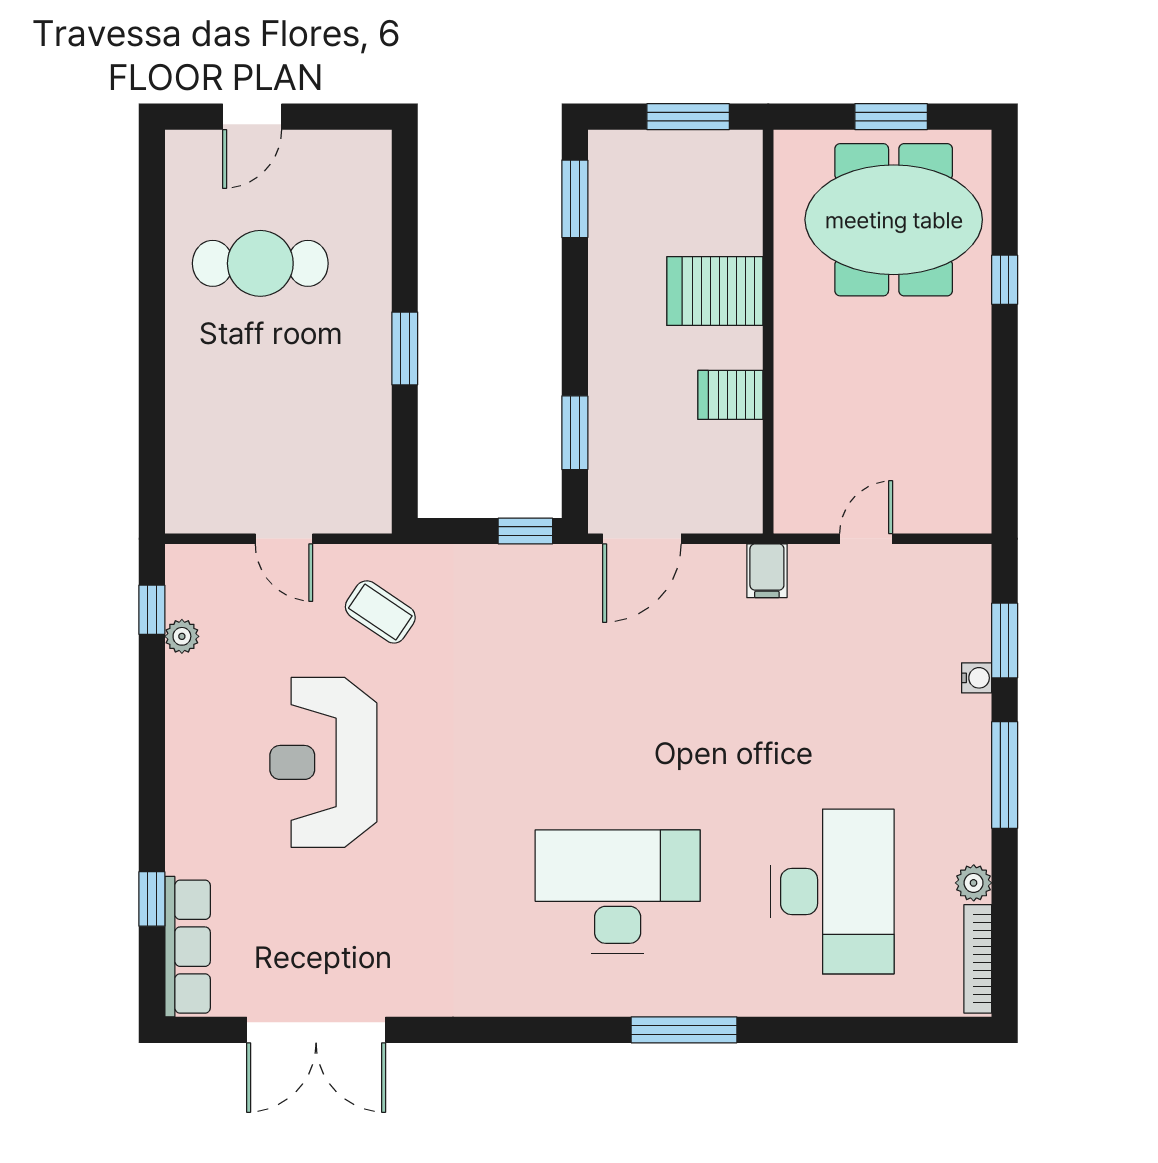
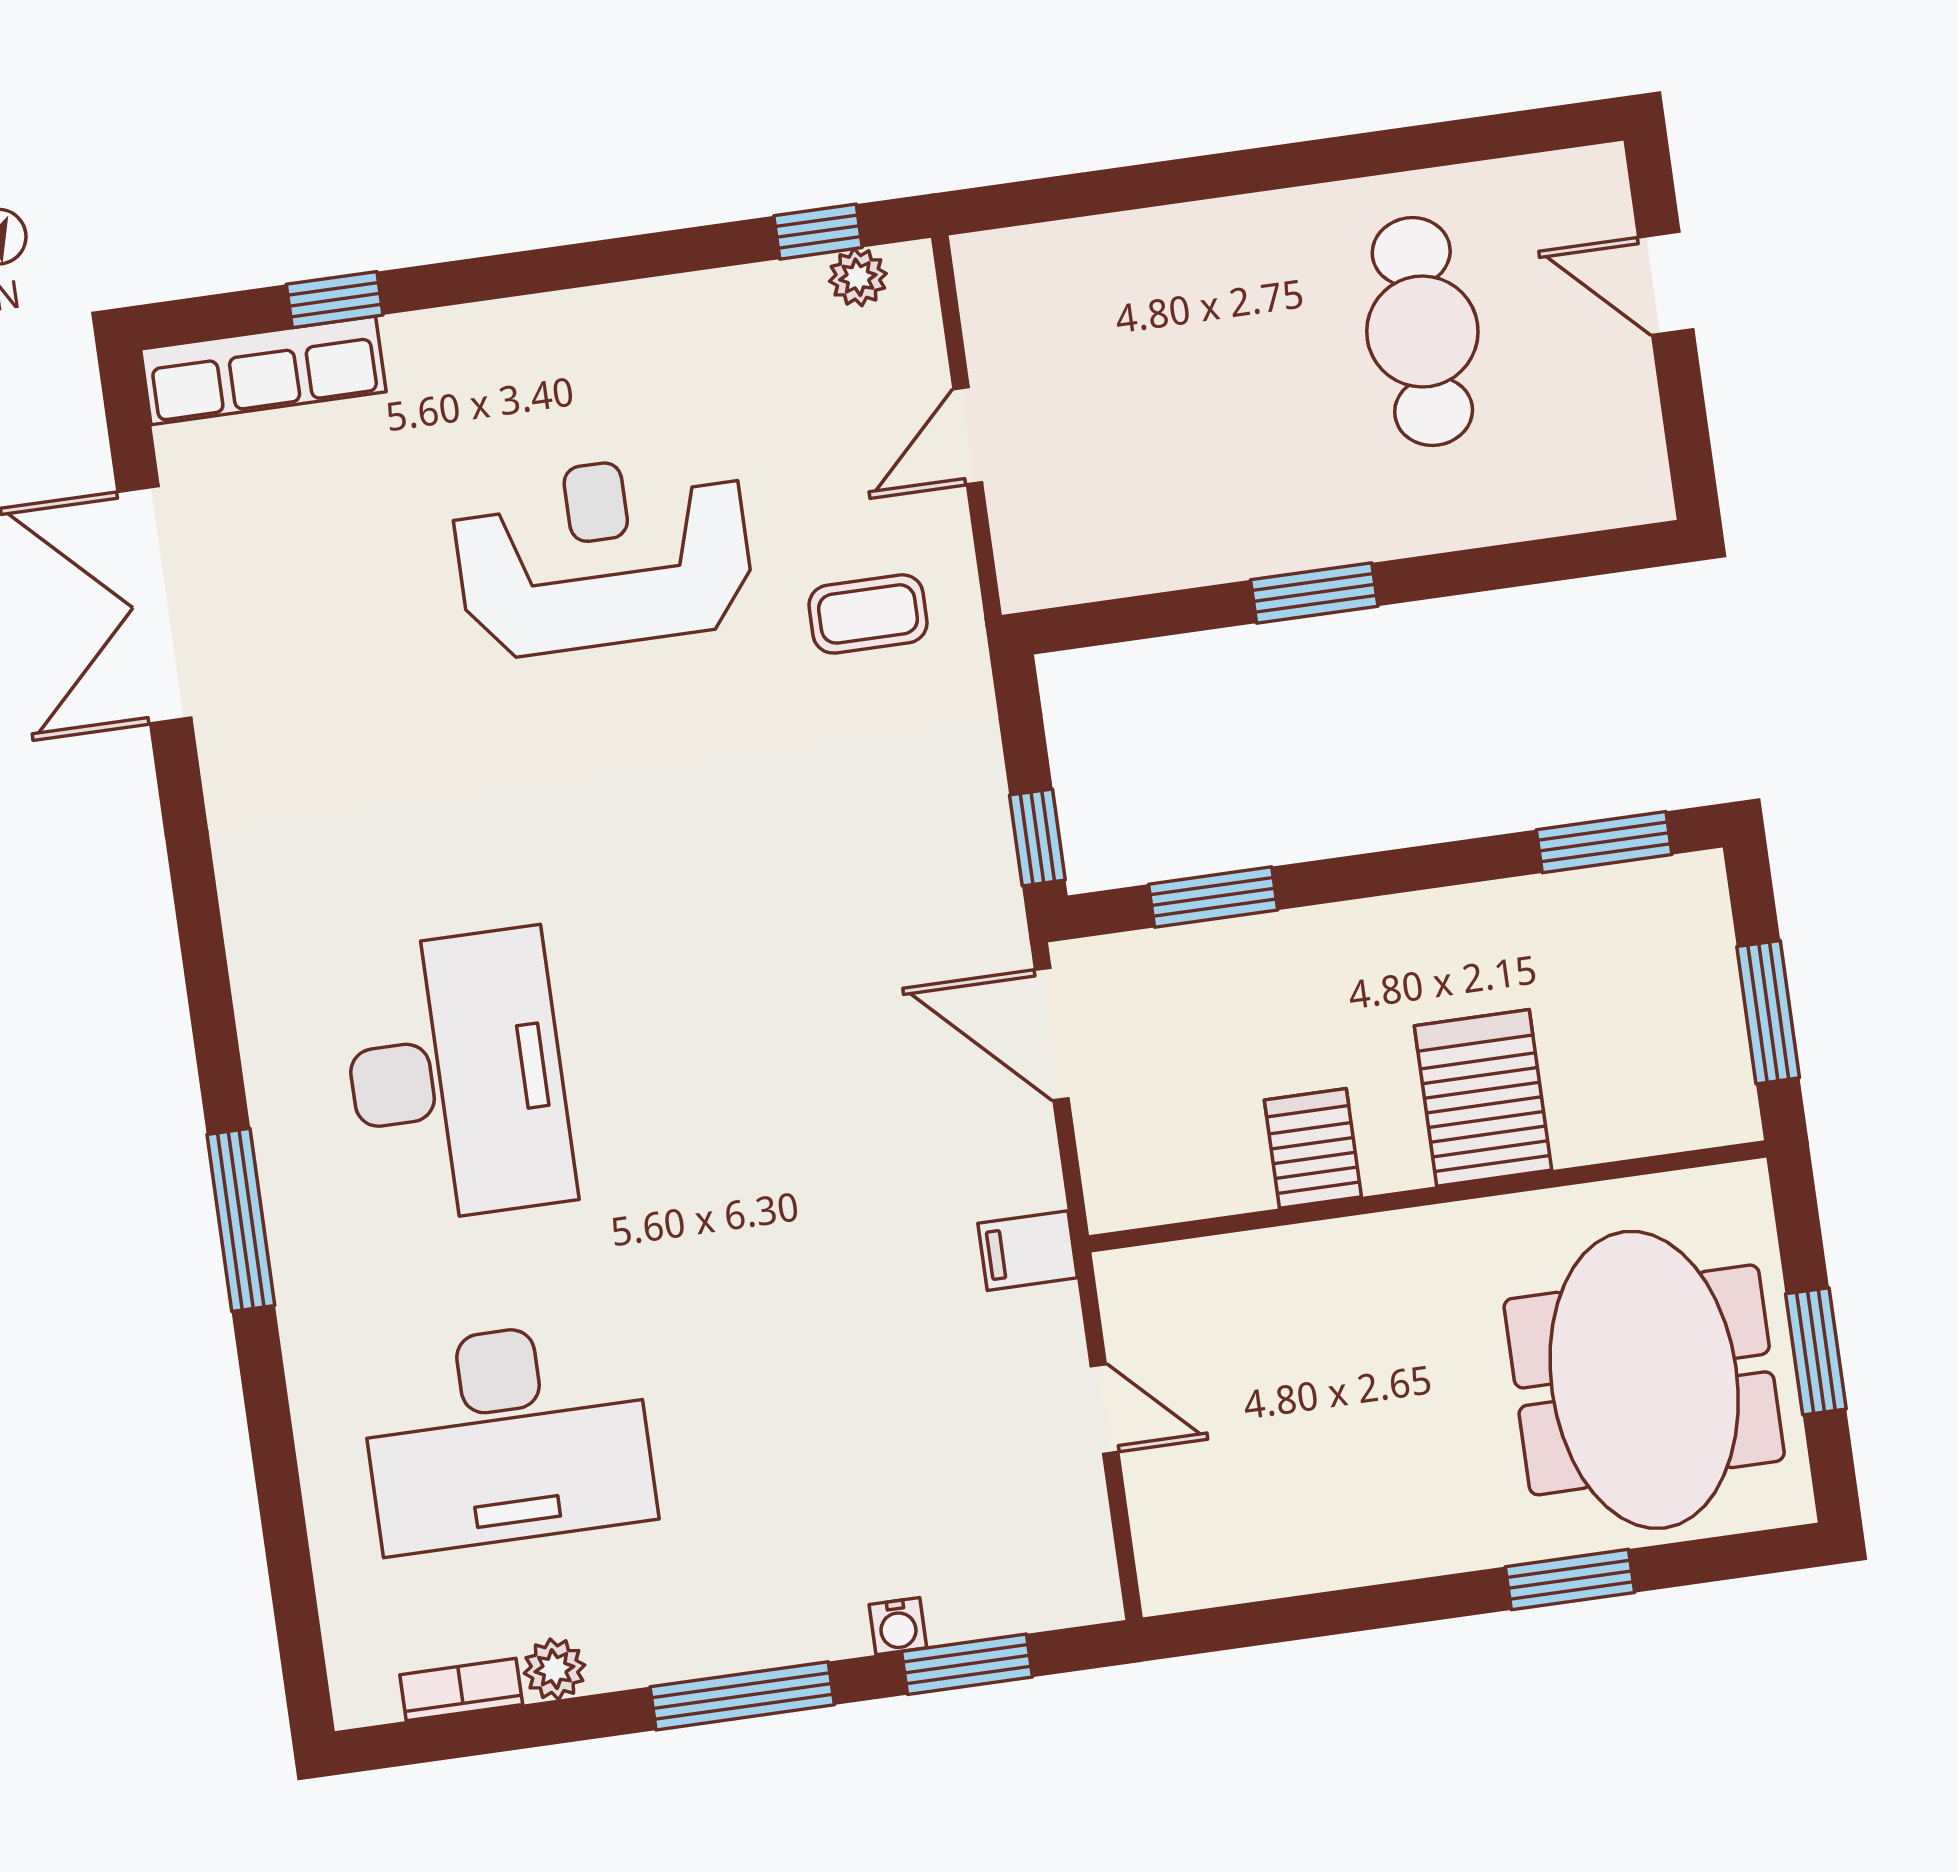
window: (1005, 280) -> (1570, 1580), width x1.50
coffee table: (380, 612) -> (868, 614), turned 56
plant: (182, 636) -> (858, 277), moved
bookcase: (978, 959) -> (461, 1690), width x0.64

